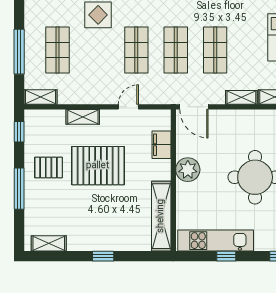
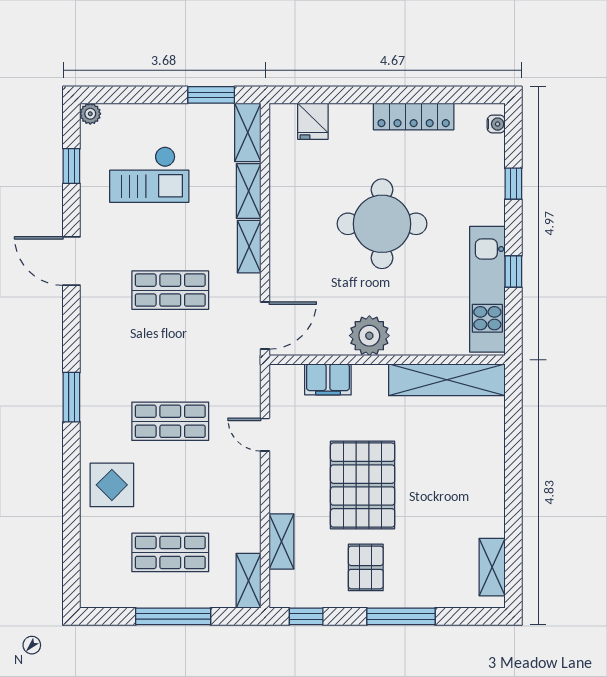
shop shelf: (176, 50) -> (170, 356), removed
shelving: (83, 117) -> (281, 541), moved
window: (103, 256) -> (513, 477), removed

